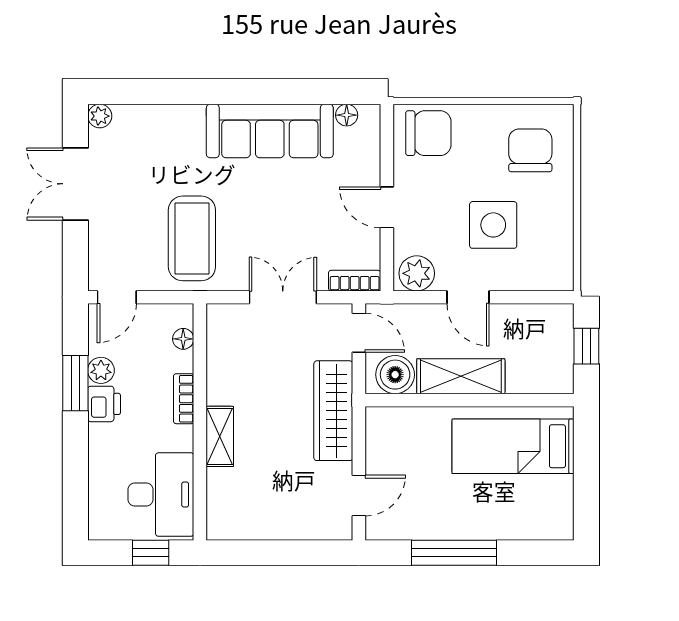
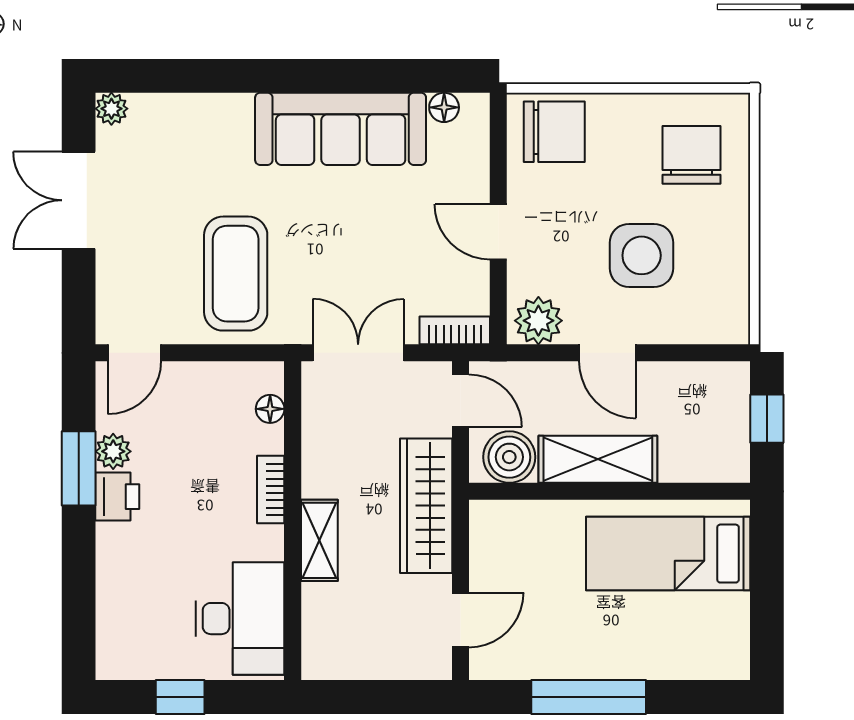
floor lamp: (183, 339) -> (270, 409), moved
bookcase: (184, 399) -> (271, 490), moved
wall: (200, 422) -> (293, 521), moved
shelving: (220, 436) -> (319, 540), moved
desk: (161, 495) -> (240, 619), moved

